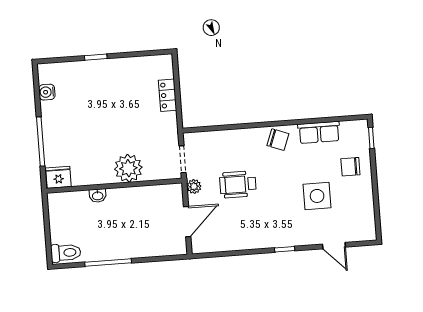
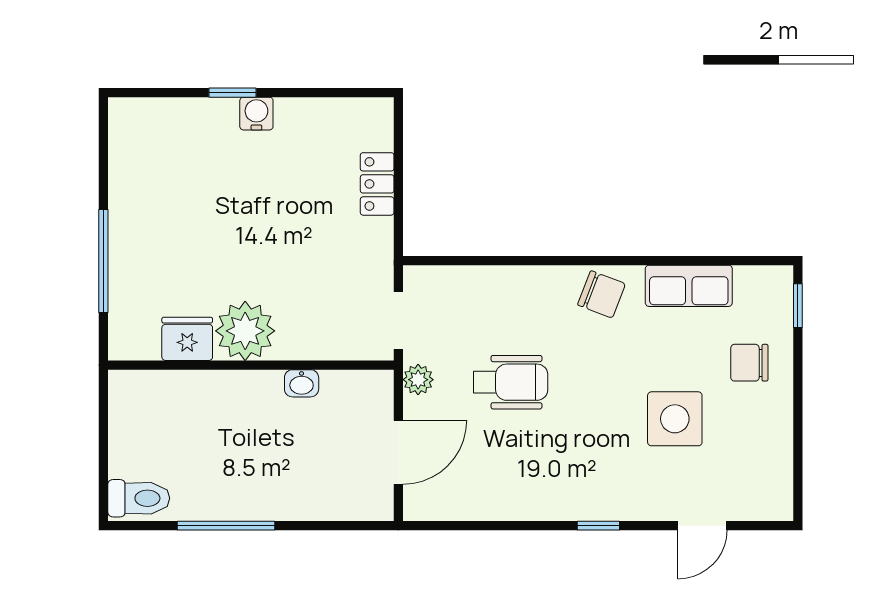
water cooler: (47, 92) -> (256, 114), moved, turned 90
plant: (128, 168) -> (245, 331), moved
fridge: (58, 177) -> (187, 339), moved
wheelchair: (238, 184) -> (511, 382), turned 180
washbasin: (98, 196) -> (302, 383), moved
door: (334, 246) -> (702, 526), hinge flipped

